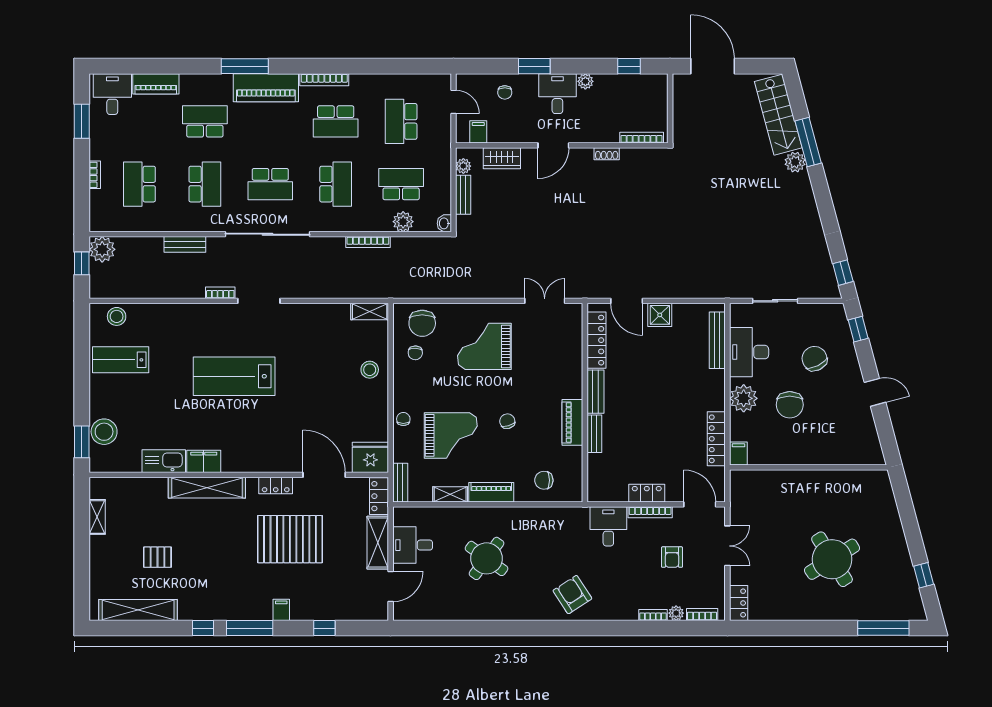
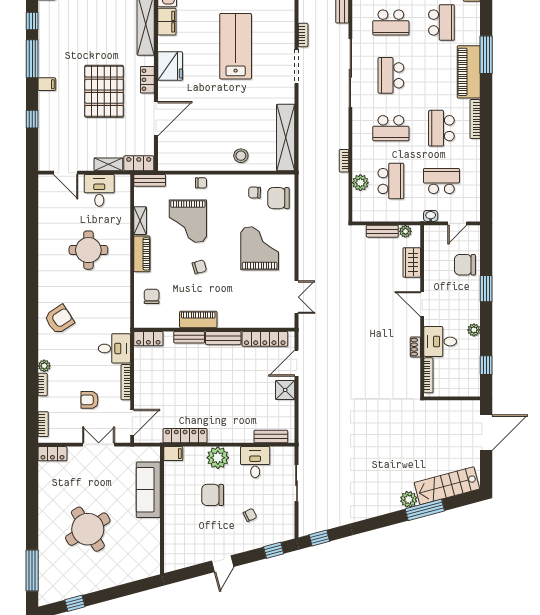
chair: (505, 92) -> (465, 265), width x1.87, depth x1.87
desk: (557, 94) -> (440, 342), moved, turned 180
filing cabinet: (478, 132) -> (433, 243), removed
washbasin: (444, 223) -> (431, 216), moved
bookcase: (368, 242) -> (344, 161), width x0.64
shelving: (370, 311) -> (286, 137), width x2.20, depth x1.33
bench: (717, 340) -> (271, 436), width x0.73
desk: (749, 352) -> (255, 462), width x0.73
chair: (814, 359) -> (250, 515), width x0.54, depth x0.54
fridge: (370, 457) -> (170, 66), moved
sofa: (783, 484) -> (148, 490), added
locker: (647, 493) -> (148, 339), moved, turned 90
shelving: (378, 543) -> (108, 164), width x0.67, depth x0.75
double door: (727, 546) -> (99, 445), swing flipped
round table: (487, 558) -> (88, 250), turned -36
plant: (676, 613) -> (44, 366), moved

